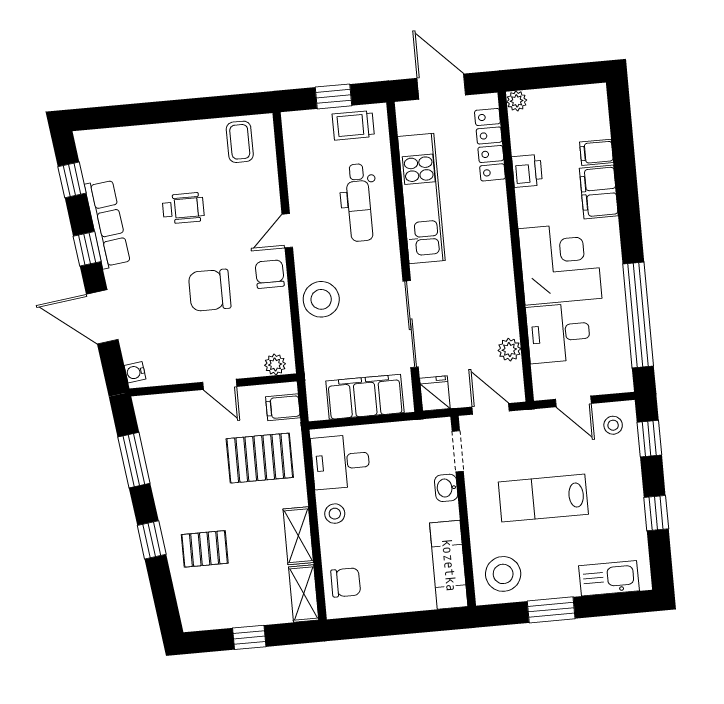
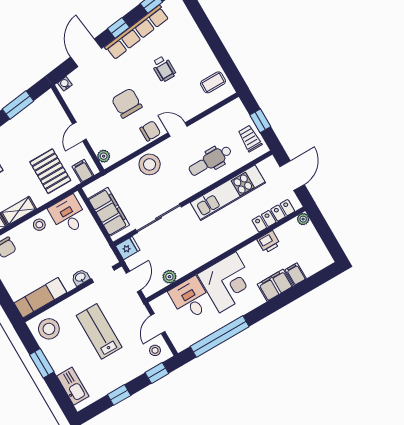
row of seats: (107, 224) -> (137, 32), width x1.36

